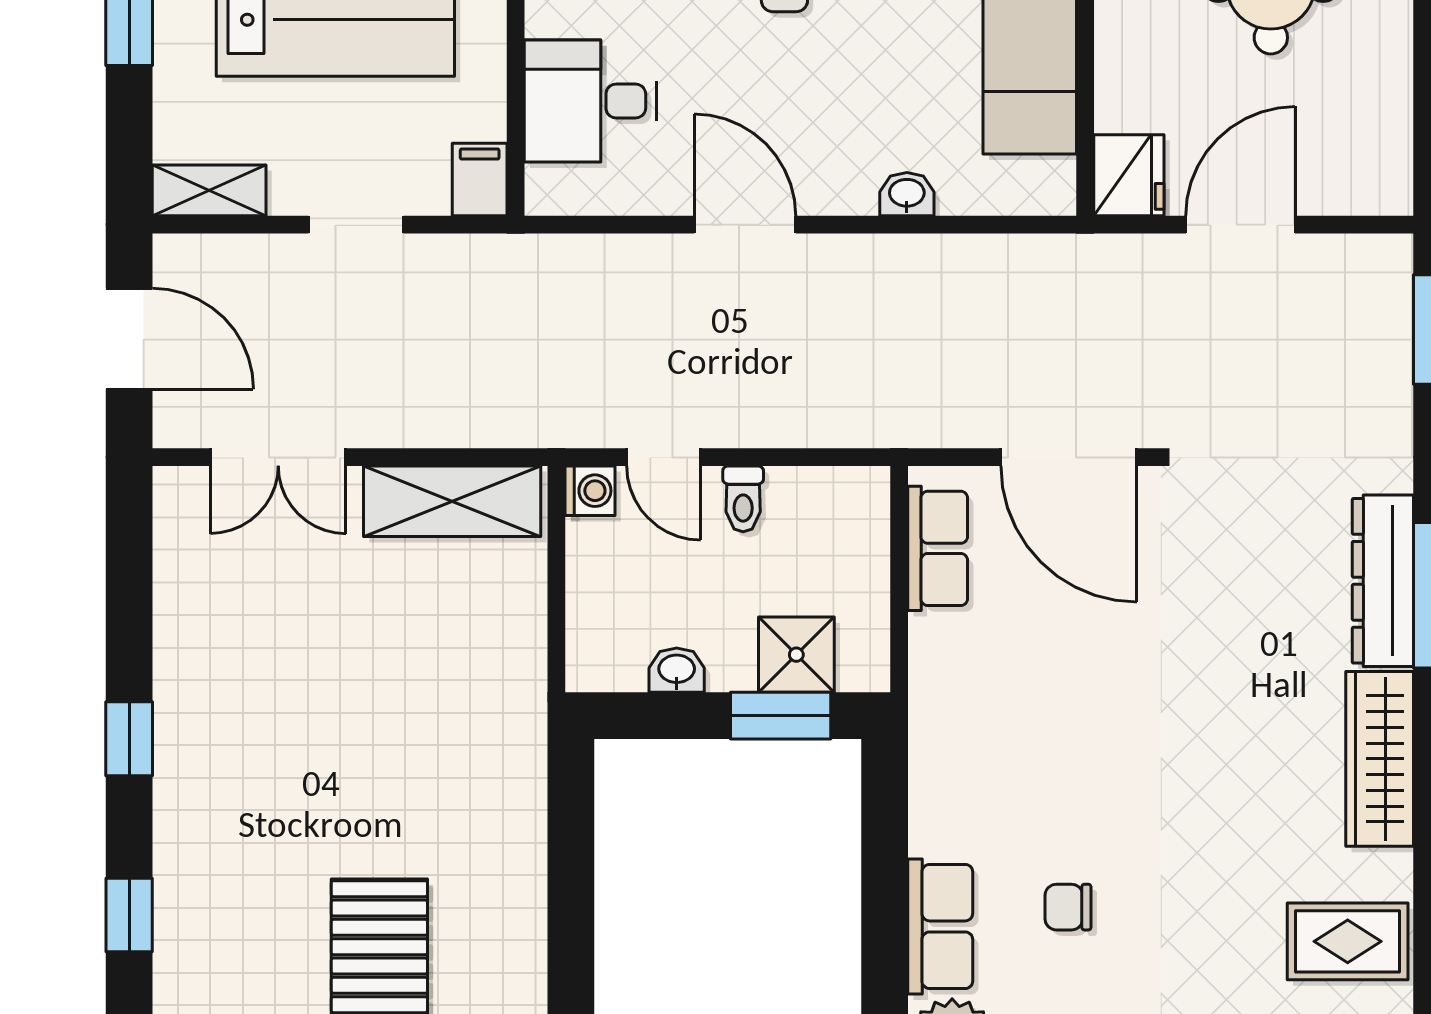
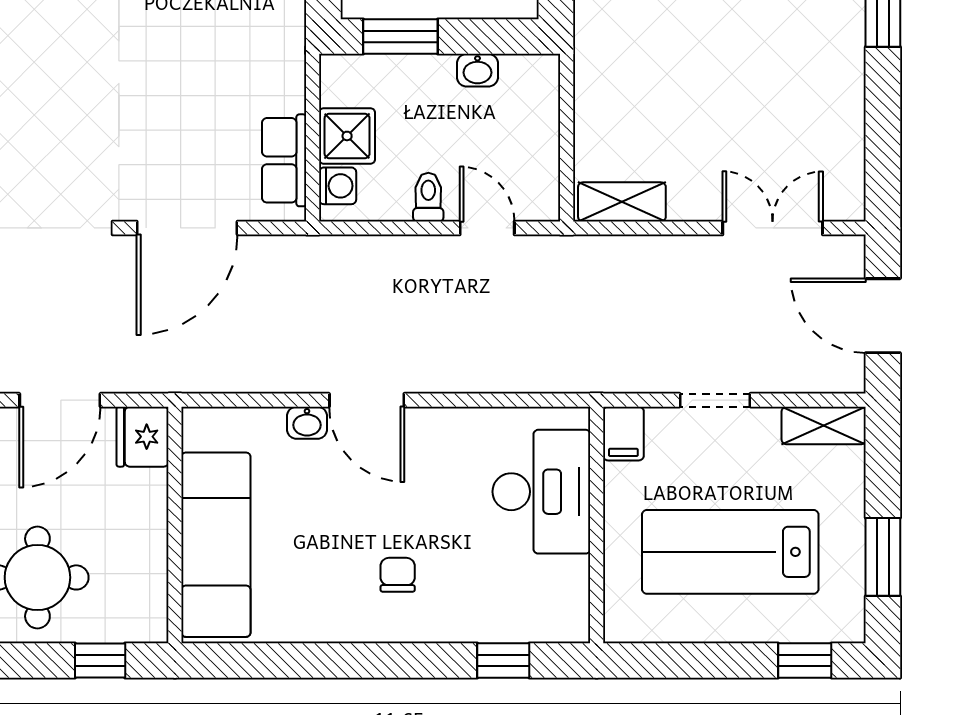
desk: (590, 101) -> (541, 492), width x1.37
door: (745, 225) -> (367, 400), moved
door: (1069, 457) -> (187, 228), swing flipped
washing machine: (590, 491) -> (338, 186), moved, turned 180
shelving: (452, 501) -> (622, 202), width x0.67, depth x0.75
shower: (796, 655) -> (347, 136), moved

